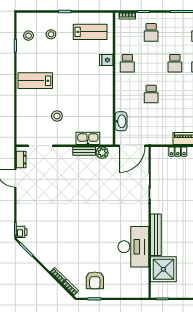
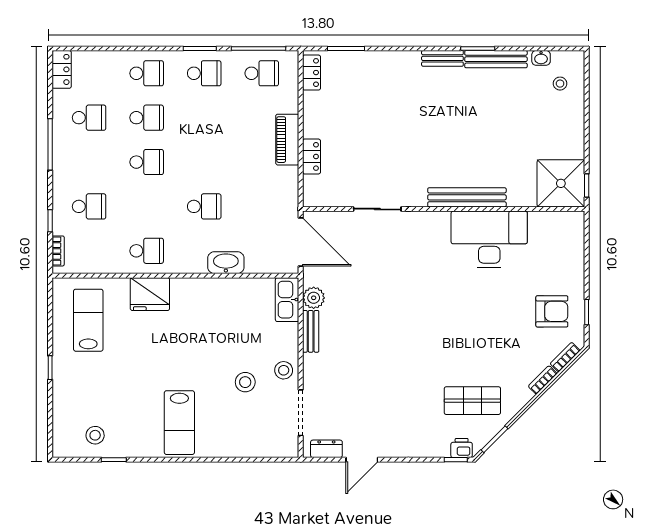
stool: (51, 34) -> (284, 370), moved
fridge: (106, 60) -> (150, 294), width x1.88, depth x1.34
washbasin: (121, 121) -> (226, 263), moved
kitchen sink: (88, 138) -> (287, 300), moved
shop shelf: (47, 238) -> (472, 401), added
shower: (163, 269) -> (561, 183), moved

